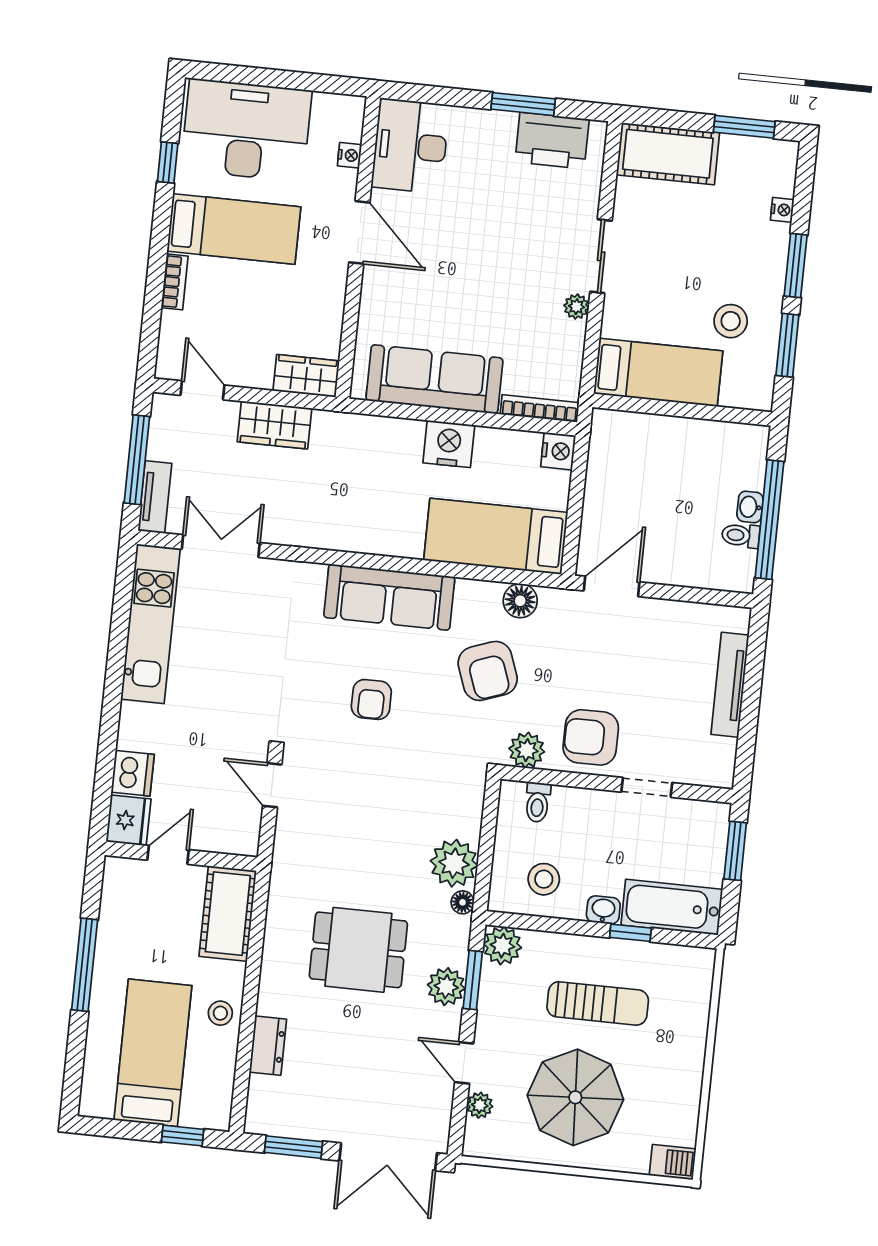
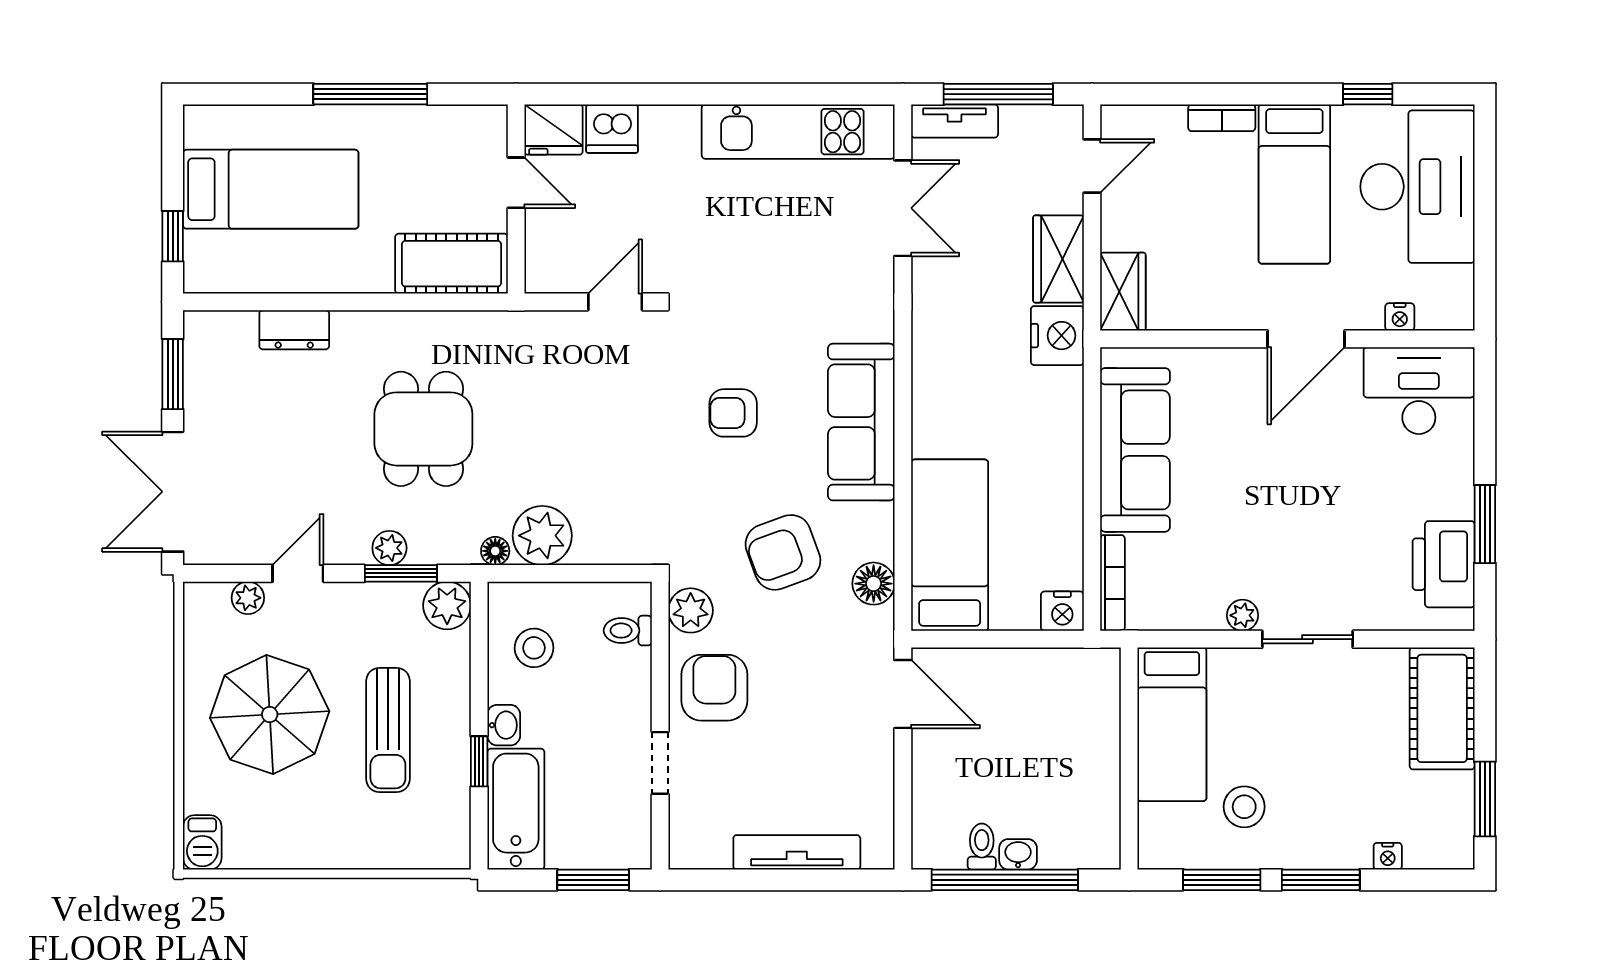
nightstand: (449, 444) -> (1057, 336), moved
plant: (446, 987) -> (389, 548), width x0.73, depth x0.73
stool: (220, 1013) -> (328, 267), removed

